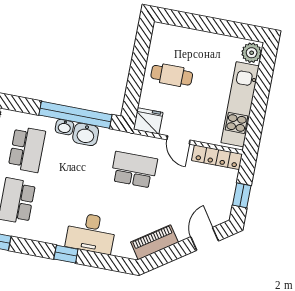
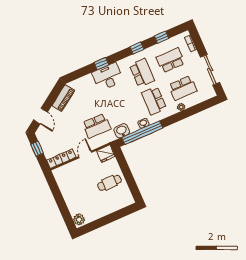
kitchen unit: (240, 104) -> (68, 191), removed
washbasin: (86, 134) -> (122, 131), moved
door: (178, 140) -> (85, 154), hinge flipped
desk: (91, 233) -> (108, 77), moved

